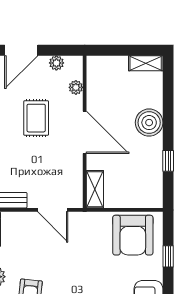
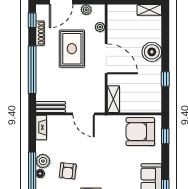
rug: (36, 118) -> (72, 49), width x1.36, depth x1.43
armchair: (133, 235) -> (140, 132), turned 90
window: (168, 256) -> (165, 136), moved

